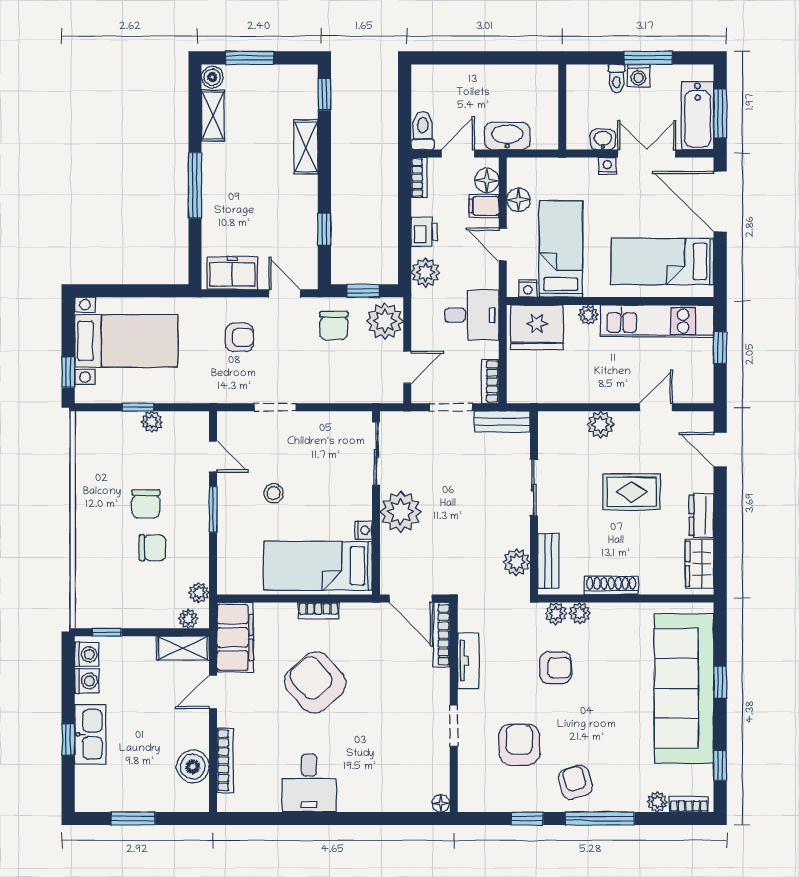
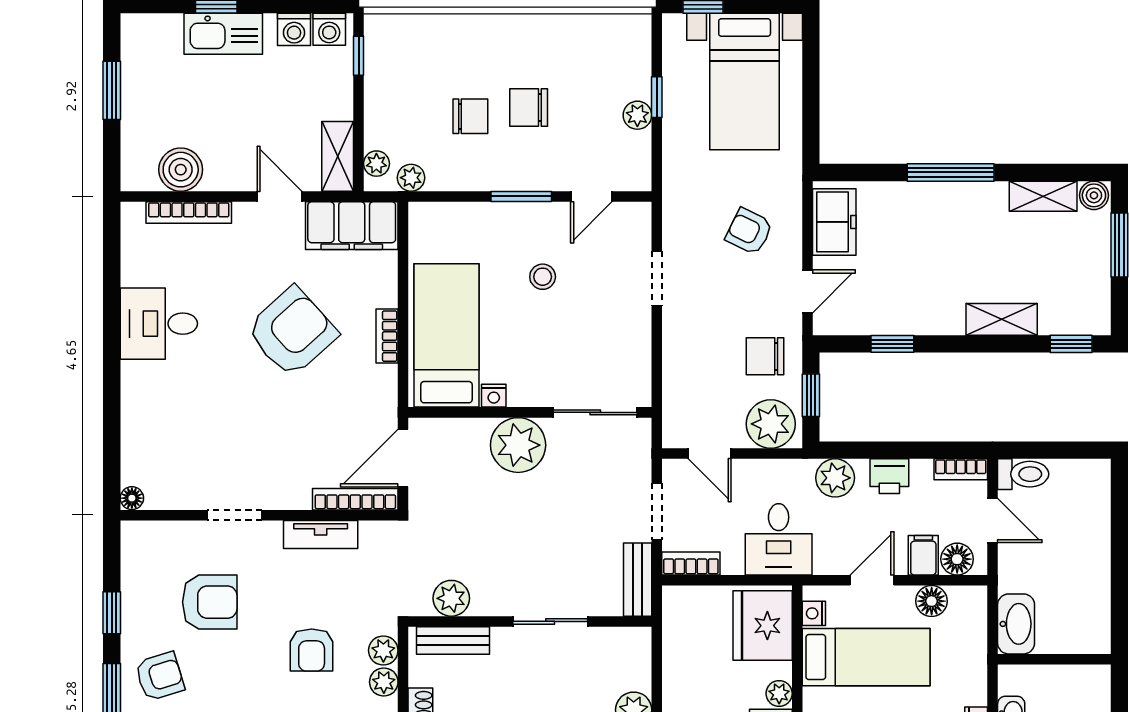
washbasin: (507, 136) -> (1016, 624), moved
armchair: (239, 337) -> (749, 231), turned 116
chair: (153, 548) -> (470, 116), turned -90

